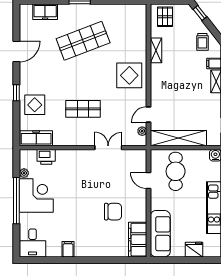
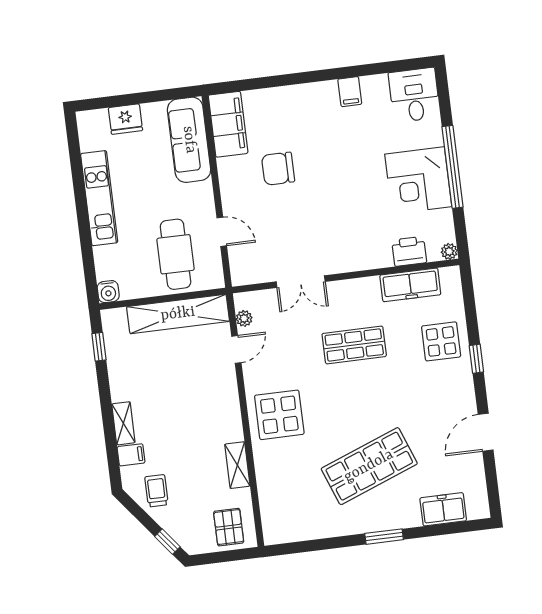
freezer: (36, 138) -> (410, 285), moved
plant: (24, 173) -> (449, 251), moved

